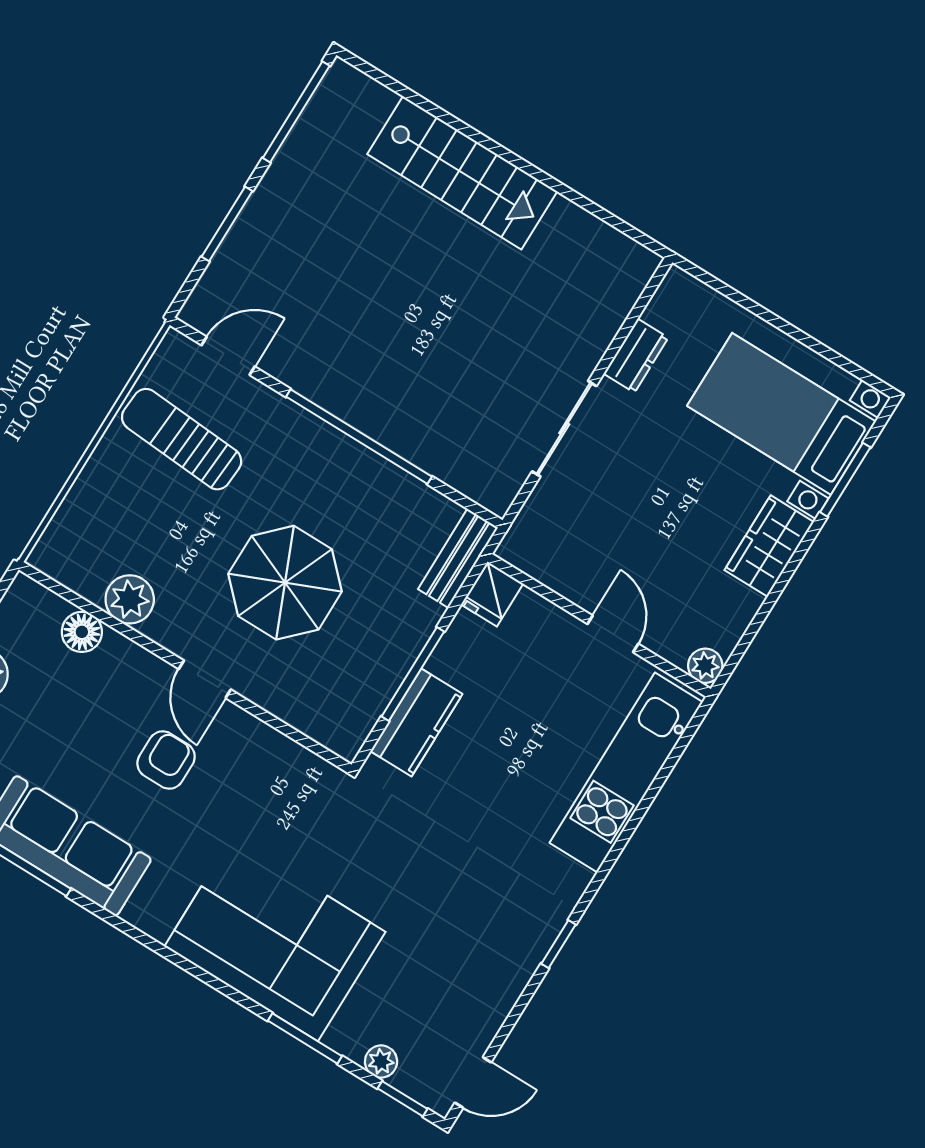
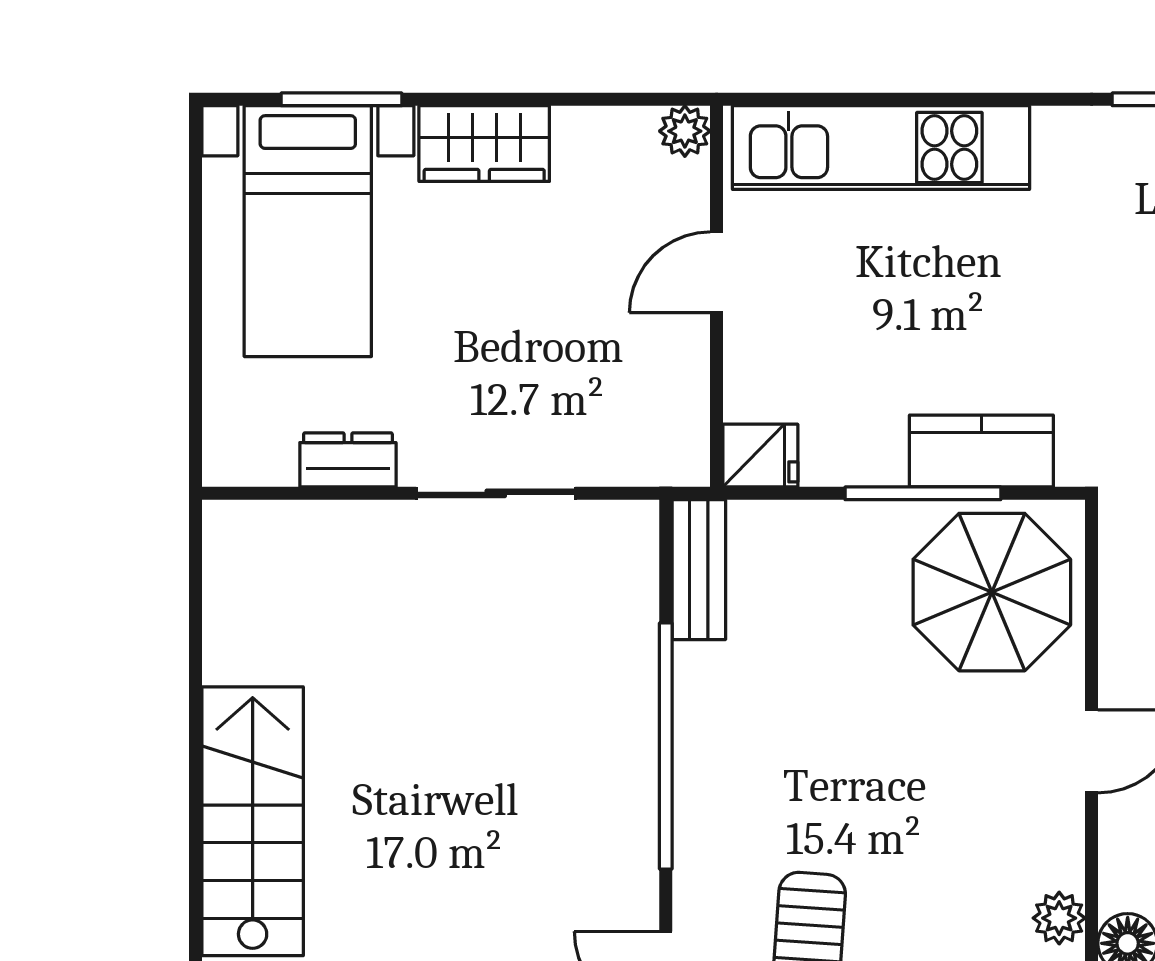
bench: (458, 558) -> (699, 570), moved, turned 90
parasol: (285, 583) -> (992, 592), moved
plant: (130, 599) -> (1059, 918), width x0.73, depth x0.73

